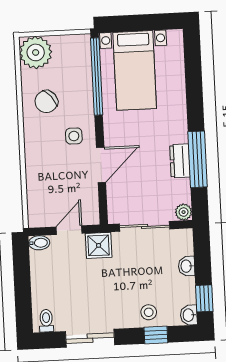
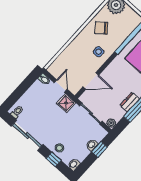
door: (101, 165) -> (91, 81), moved
door: (69, 230) -> (61, 86), hinge flipped
window: (204, 298) -> (99, 149), moved
sliding door: (90, 338) -> (27, 135), width x1.37

